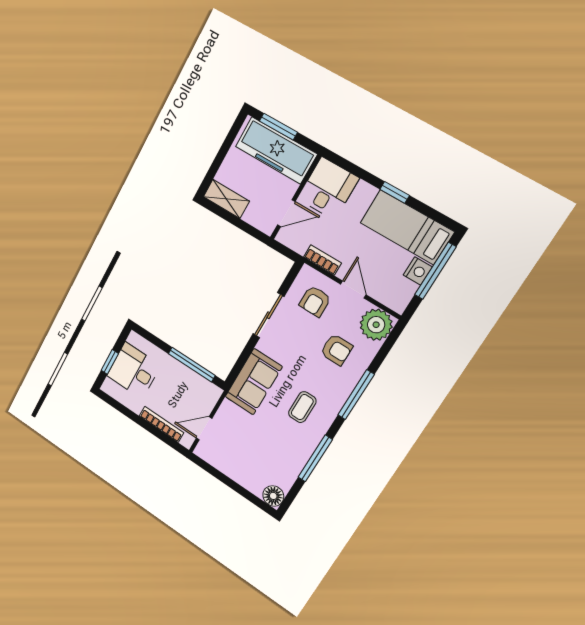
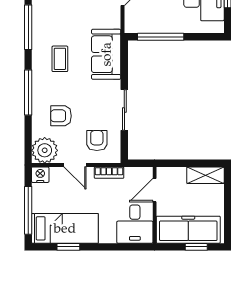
window: (278, 127) -> (196, 247), width x0.67
window: (395, 192) -> (68, 247), moved
nightstand: (418, 271) -> (40, 175), moved, turned 90

